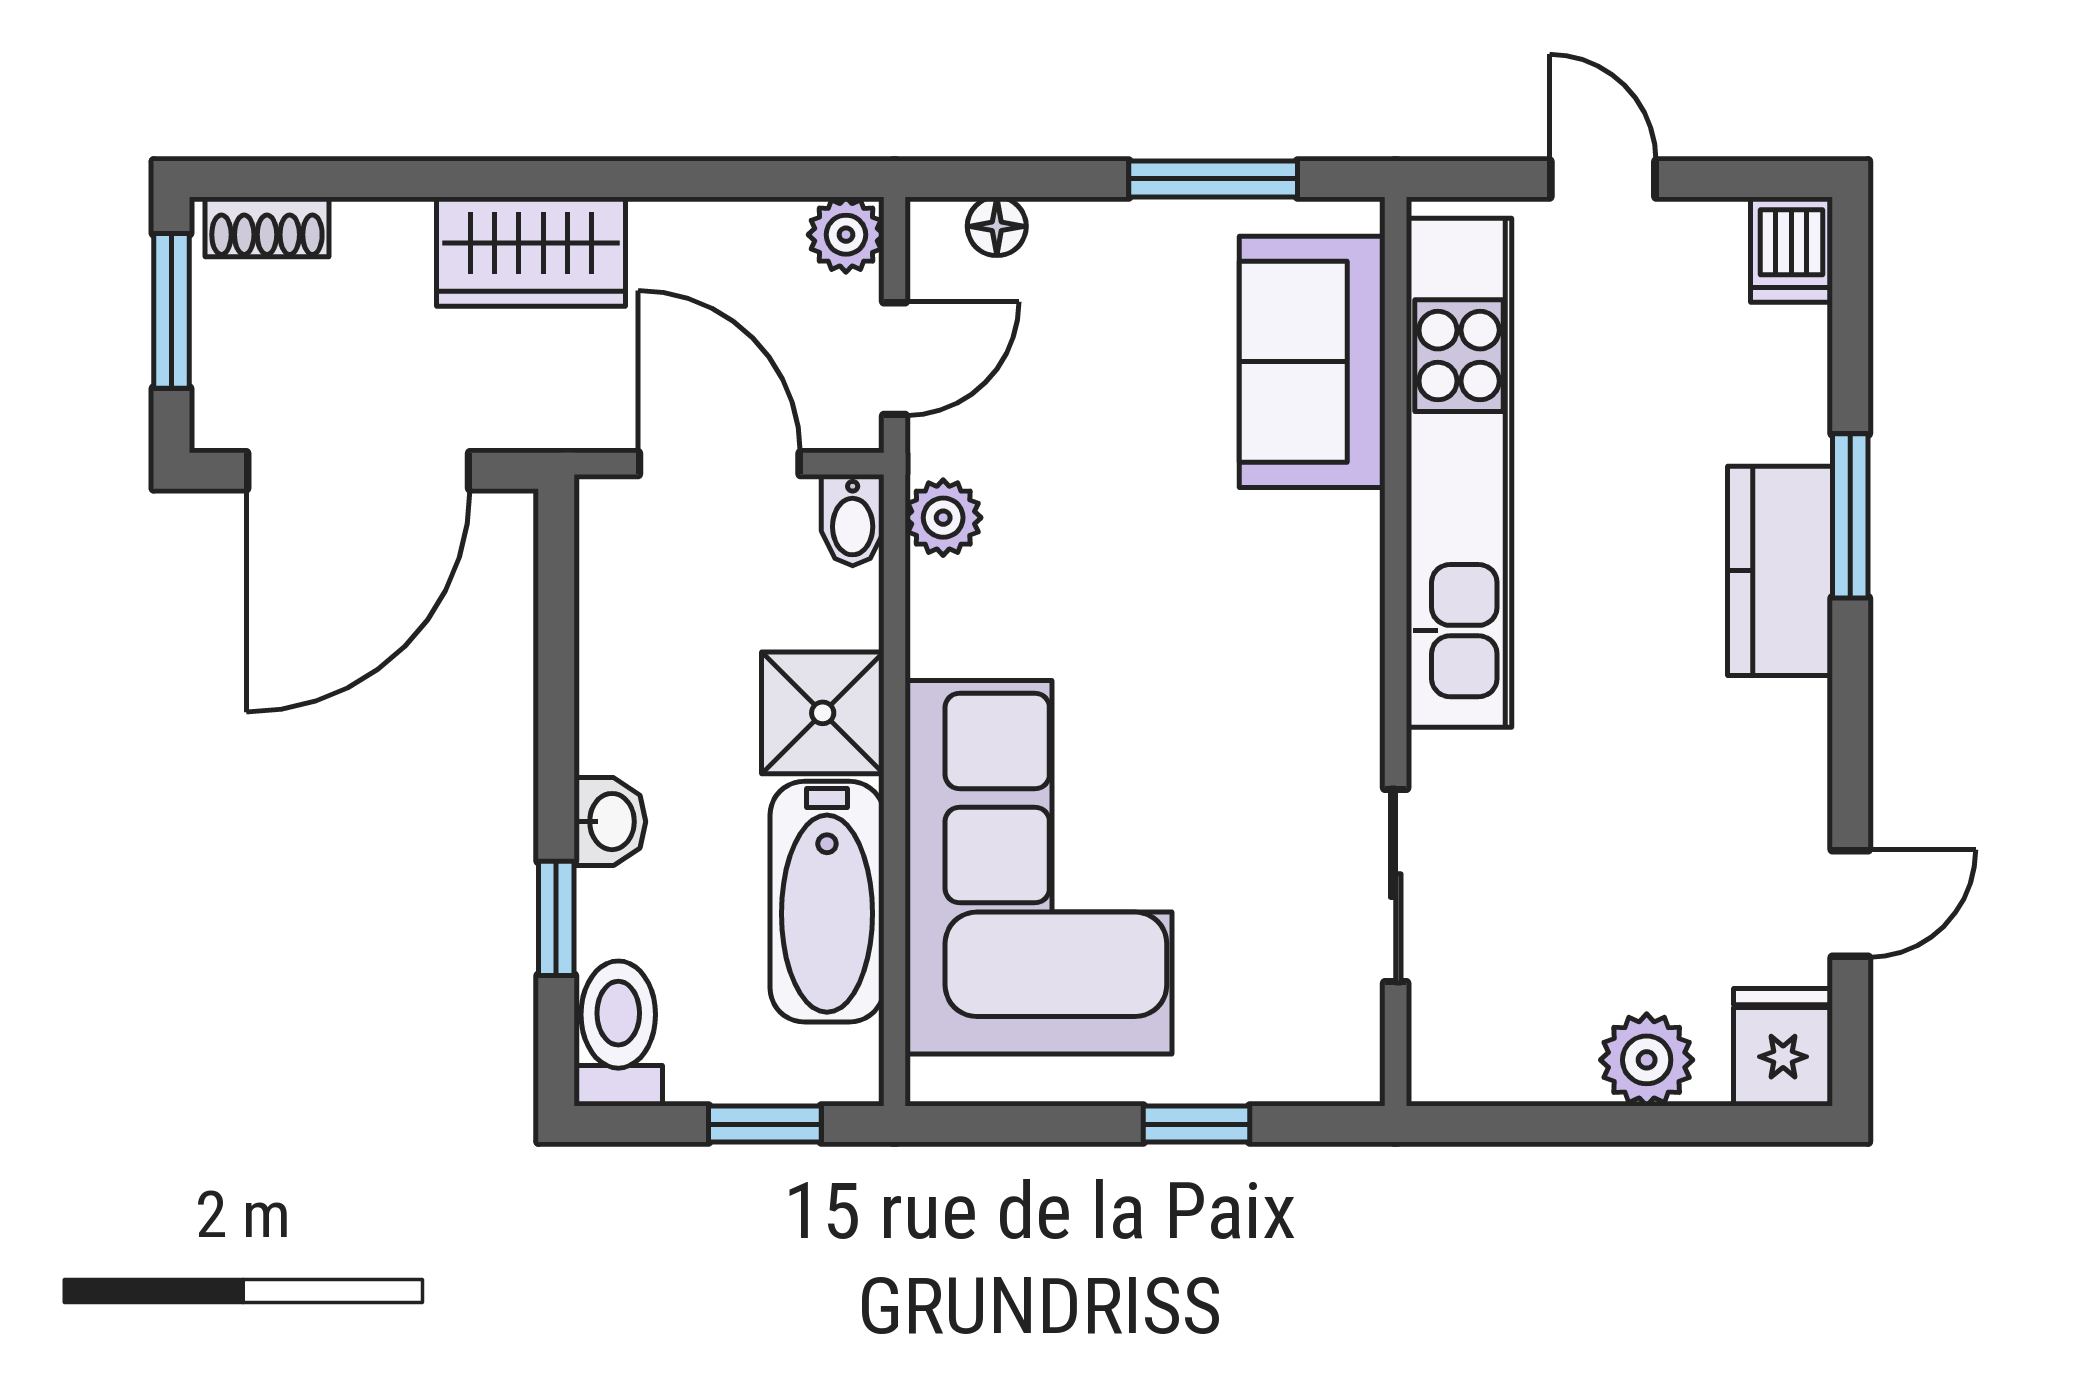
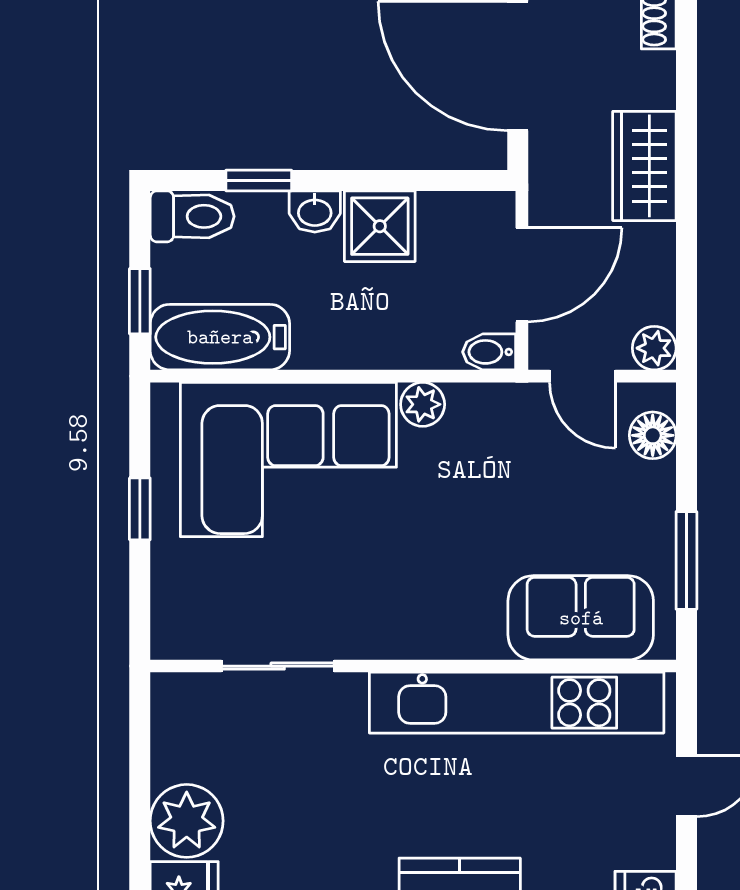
floor lamp: (997, 226) -> (653, 435), width x1.37, depth x1.37
plant: (943, 518) -> (423, 404), moved
shower: (823, 713) -> (380, 226), moved
bathtub: (827, 902) -> (220, 337), moved
plant: (1647, 1060) -> (187, 821), width x1.36, depth x1.36
window: (1197, 1124) -> (140, 509), moved

